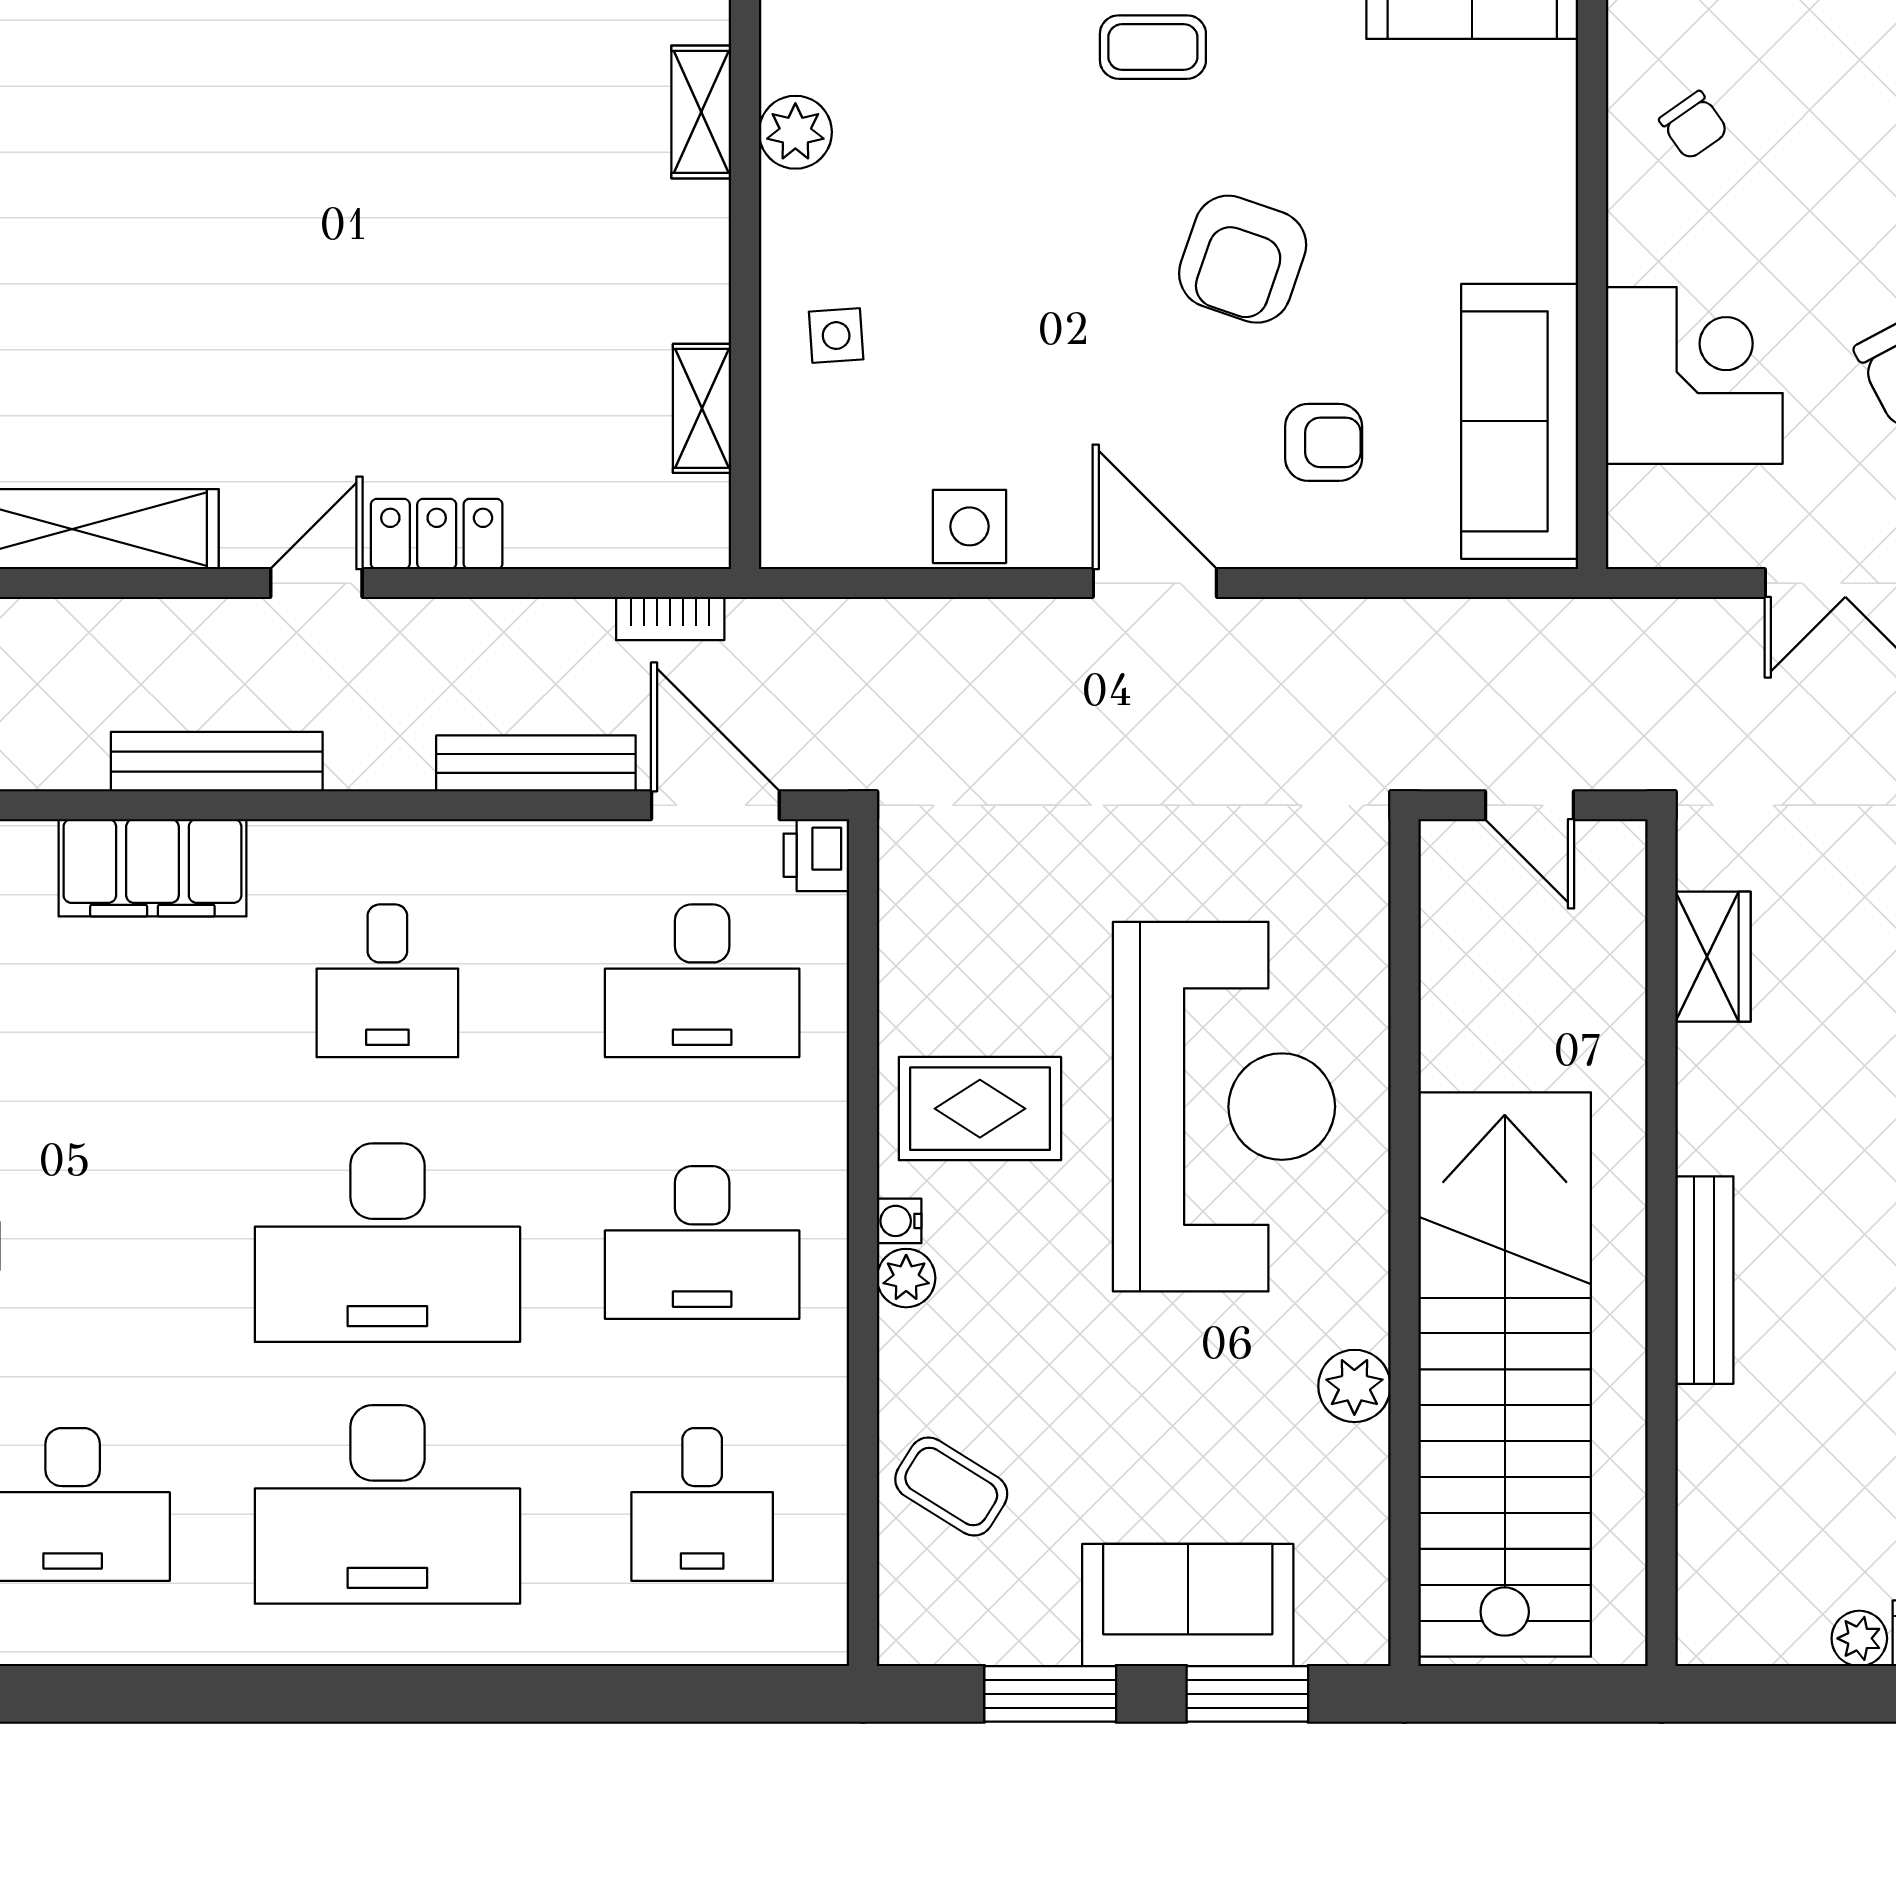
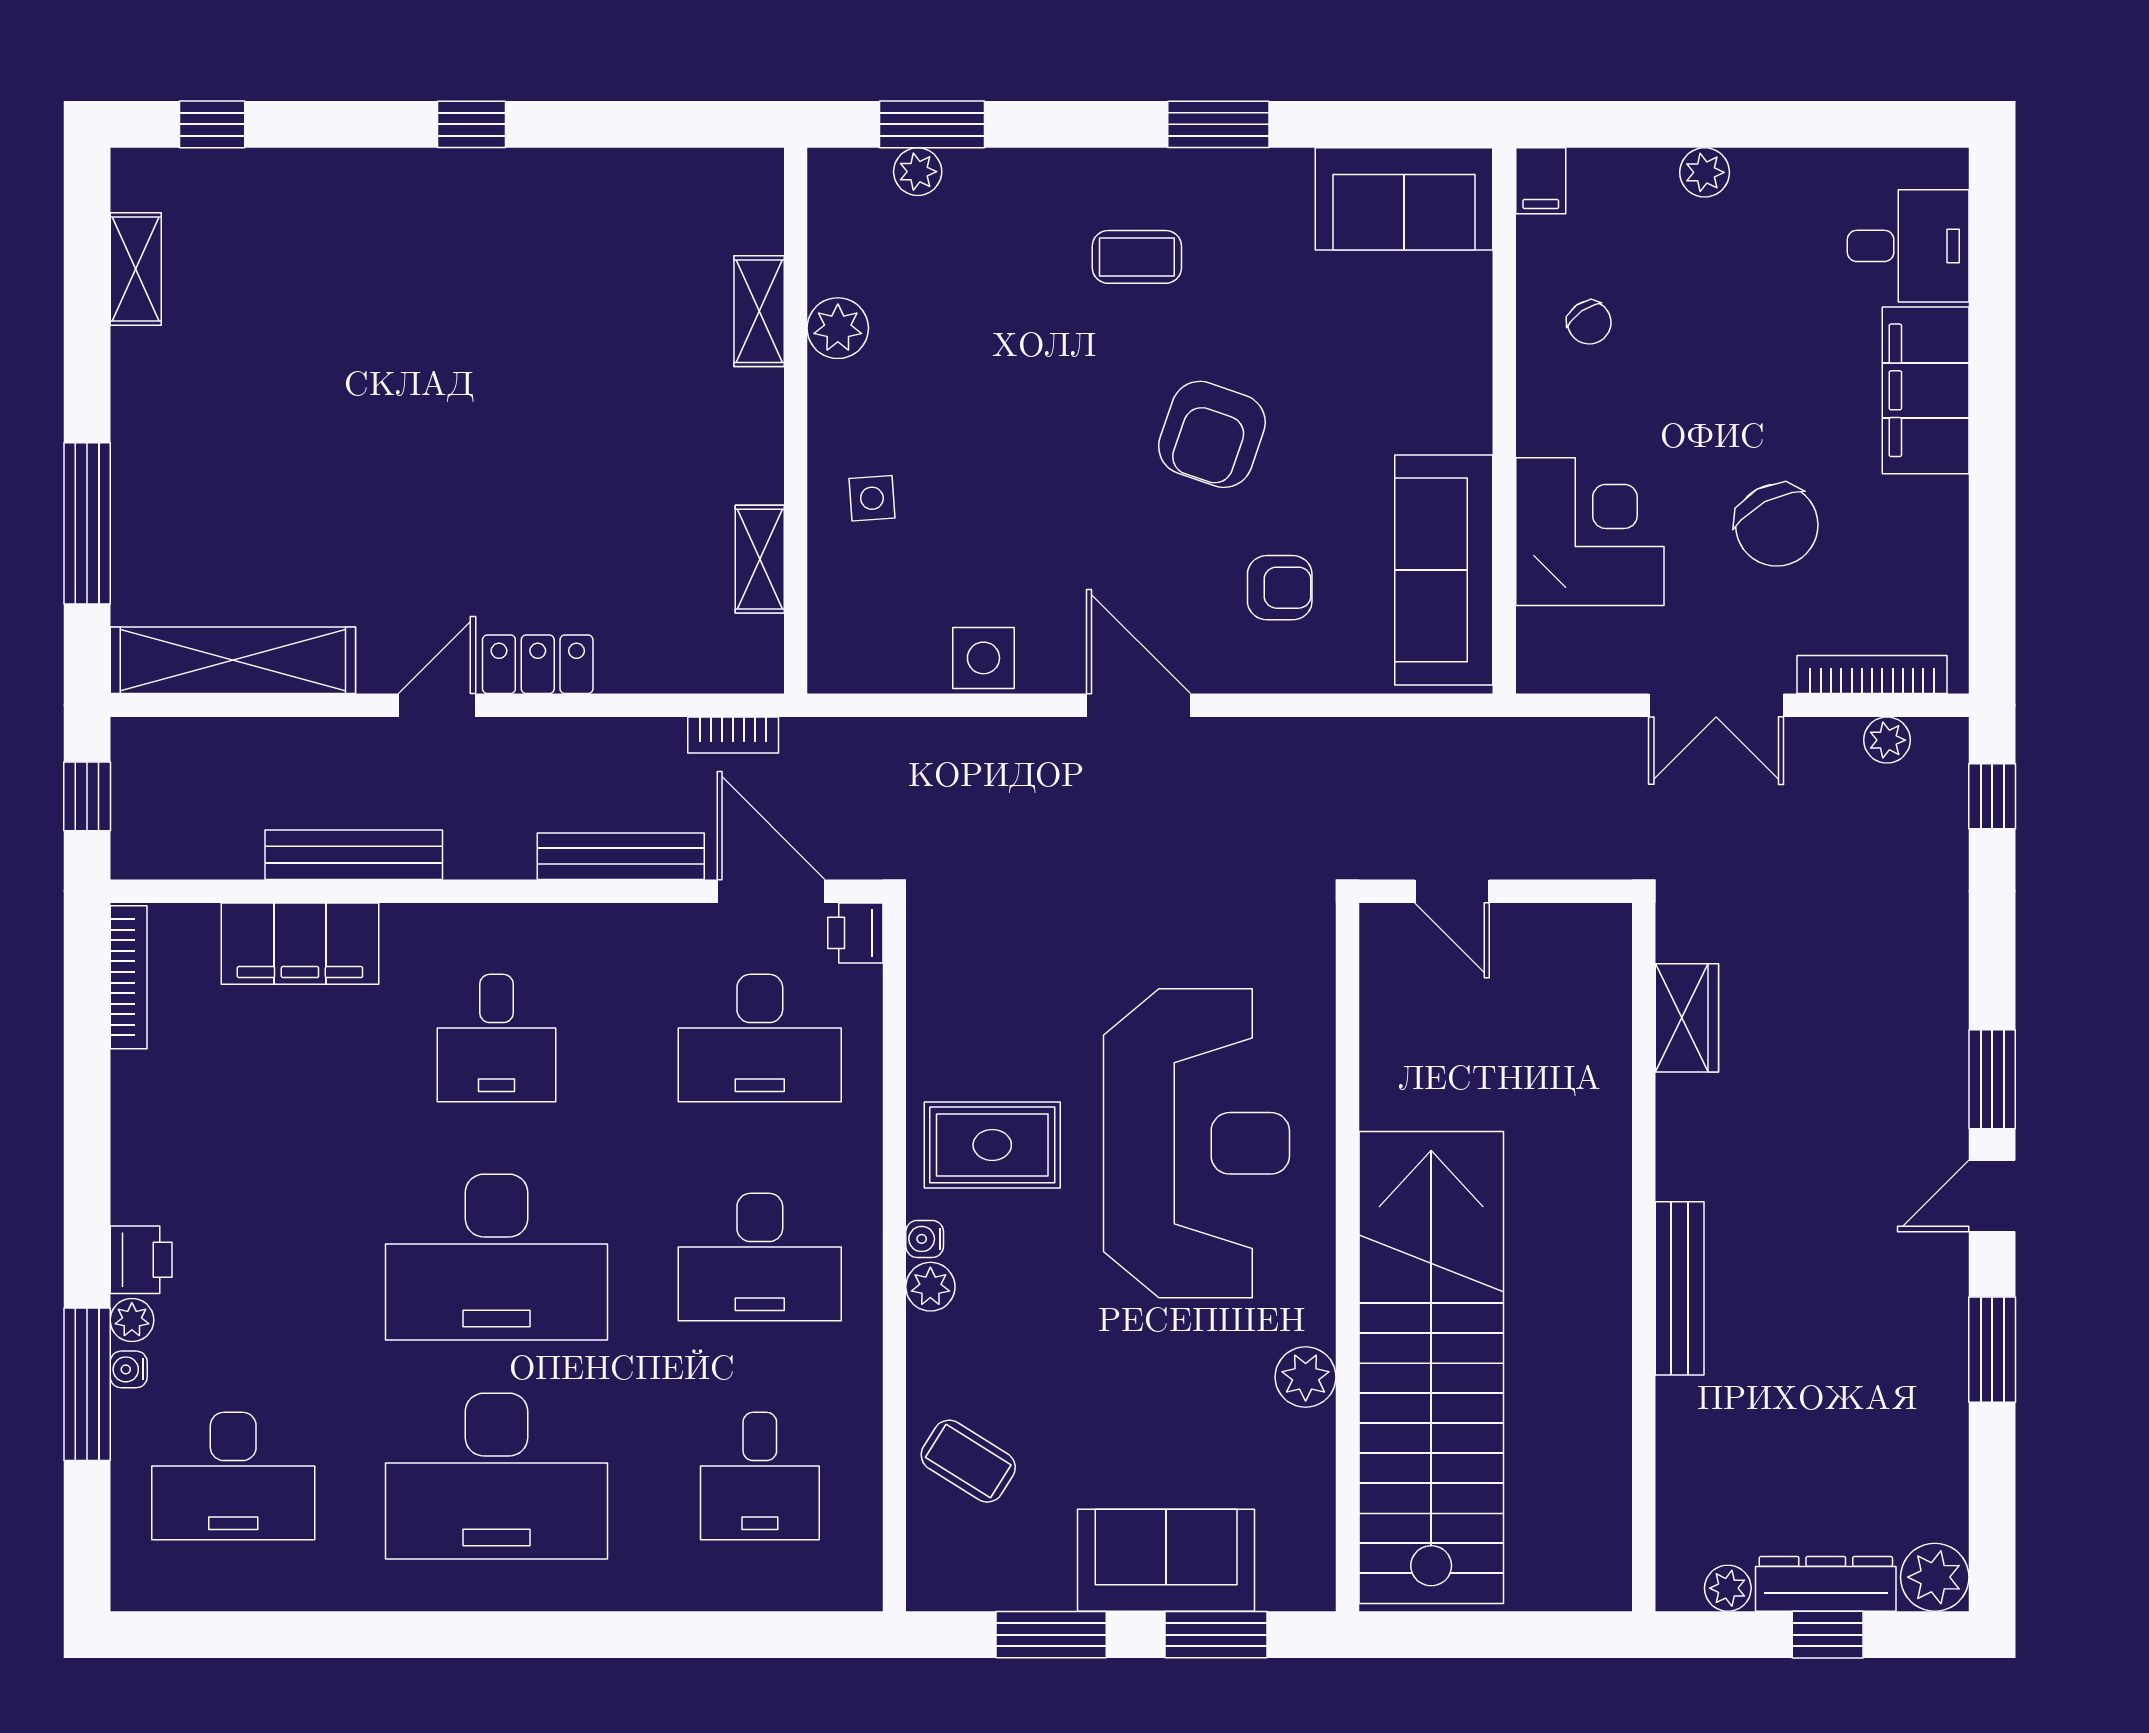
wardrobe: (1713, 957) -> (1687, 1018), moved
wall: (1661, 1243) -> (1644, 1257), moved
bench: (1704, 1280) -> (1680, 1288), moved

